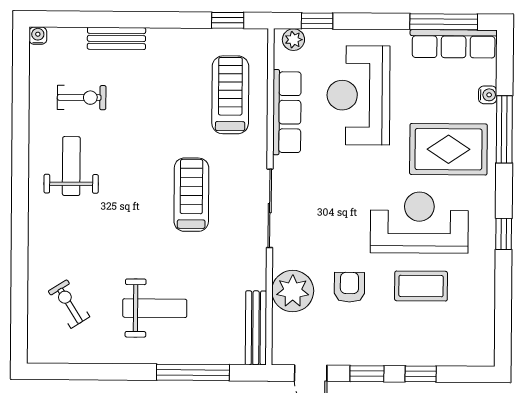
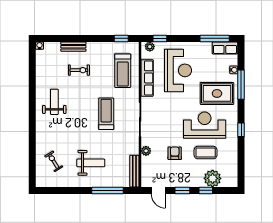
row of seats: (454, 44) -> (225, 48), width x0.68
treadmill: (230, 95) -> (123, 71), turned 180
reception desk: (358, 95) -> (178, 70), turned 180
exercise bike: (82, 98) -> (79, 70), moved
plant: (293, 291) -> (146, 151), width x0.53, depth x0.53
plant: (437, 346) -> (213, 178), added

